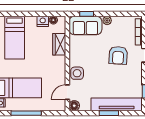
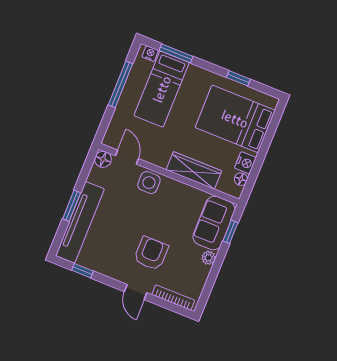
bed: (15, 38) -> (235, 119), width x1.50
wardrobe: (59, 44) -> (194, 170), width x1.50
armchair: (118, 55) -> (151, 253), turned 87

